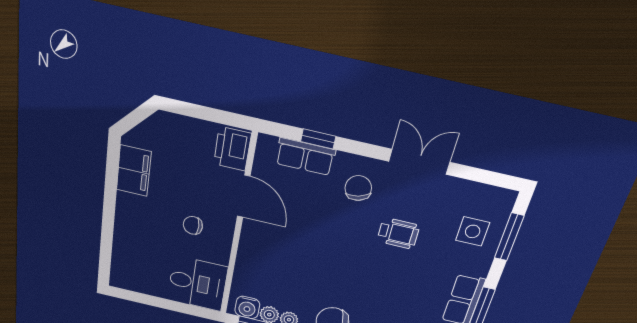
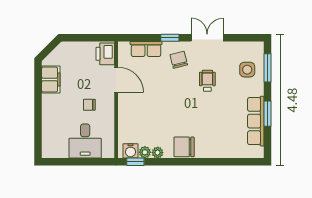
window: (318, 139) -> (170, 38), moved
wheelchair: (398, 233) -> (207, 81), turned -90
desk: (197, 283) -> (85, 141), moved, turned 90

